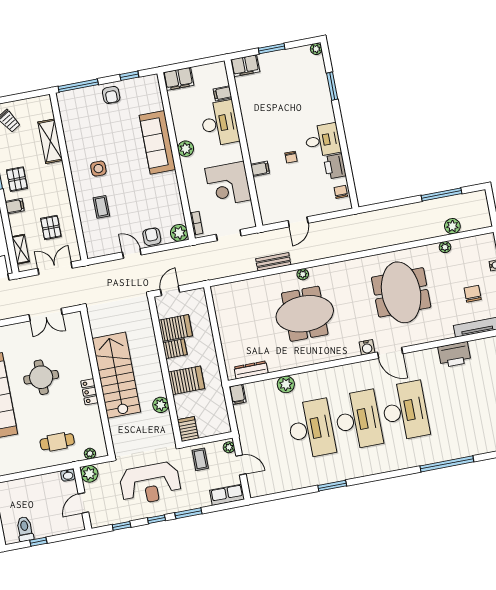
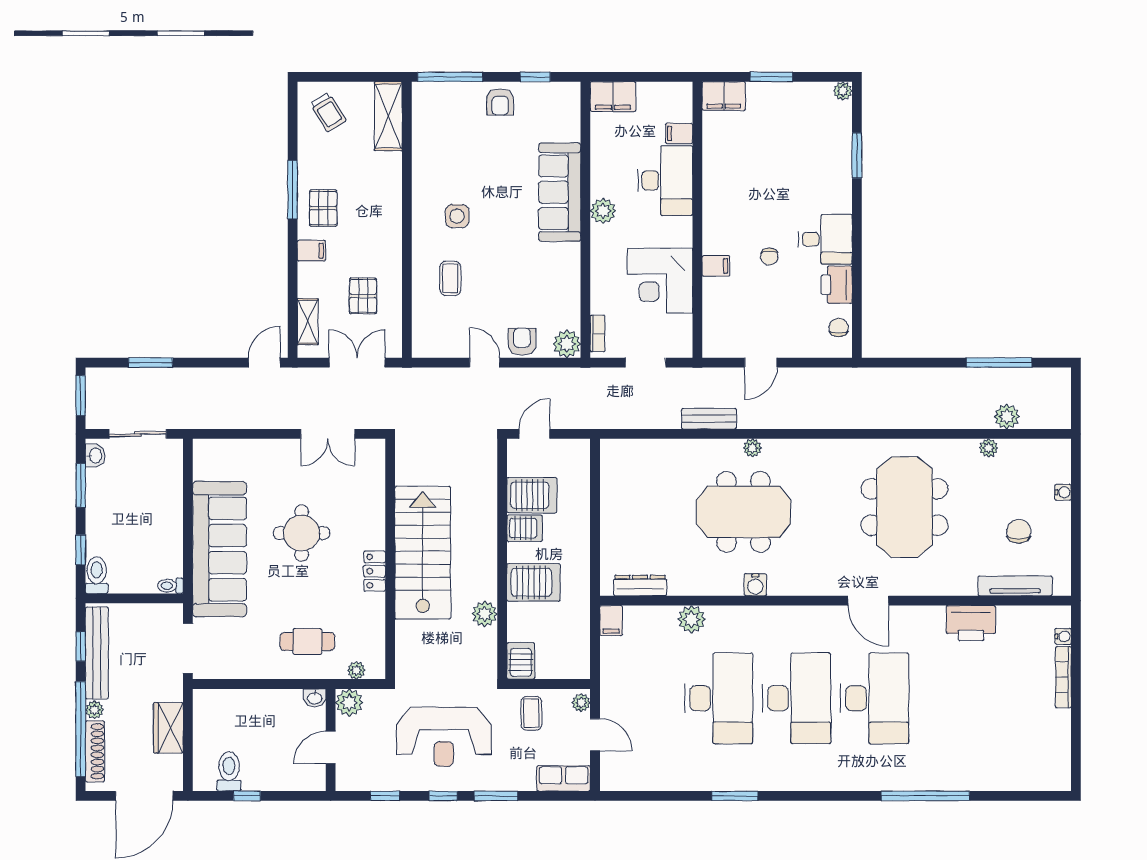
shelving: (50, 141) -> (388, 116), moved
water cooler: (367, 347) -> (755, 585), moved

